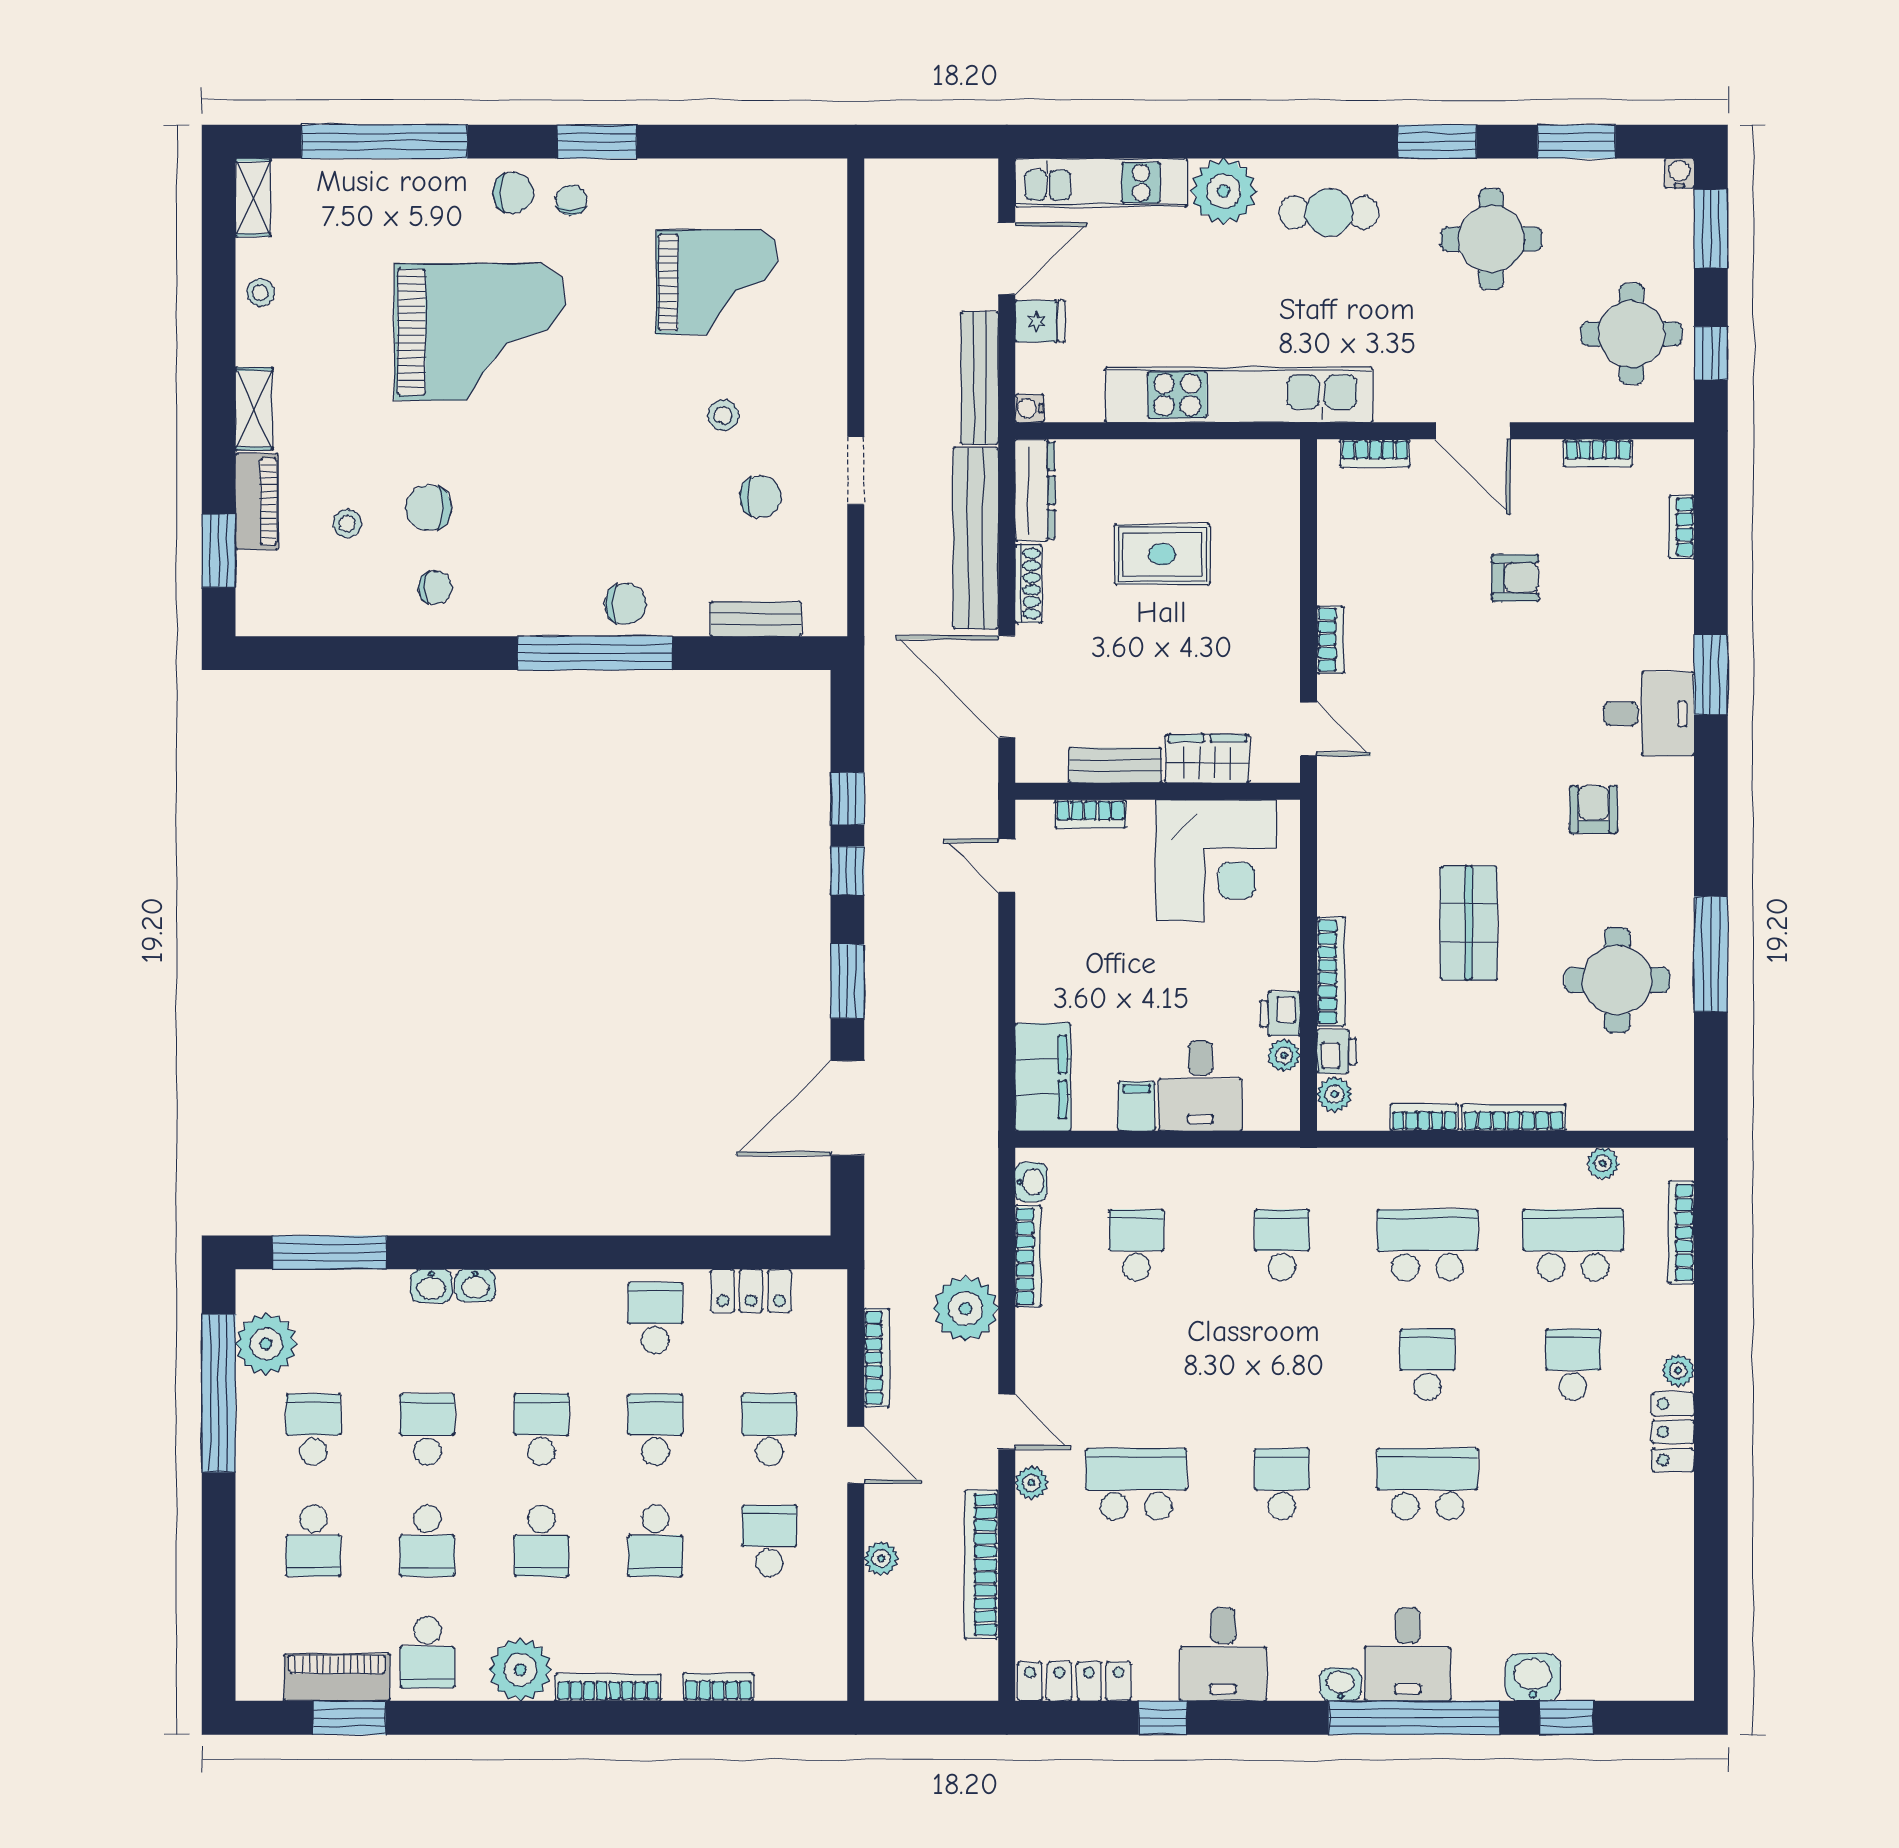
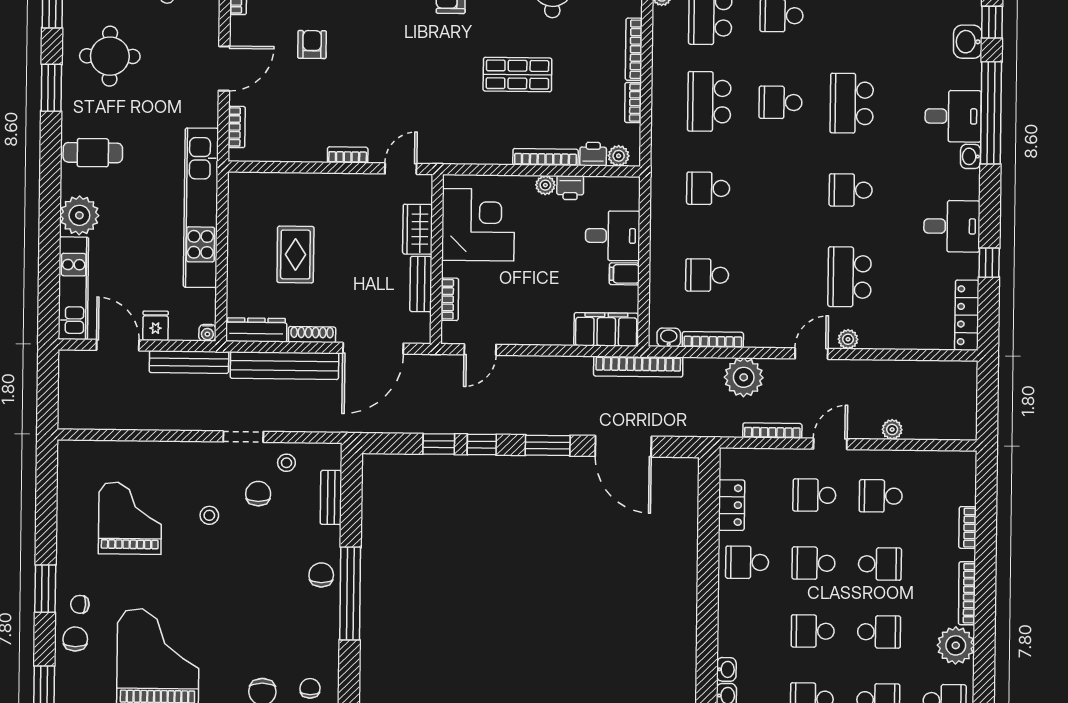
cafe table: (1329, 212) -> (93, 153), turned 90
stool: (813, 544) -> (286, 463), added
plant: (1284, 1055) -> (545, 185), moved
bookcase: (981, 1564) -> (638, 367), moved

